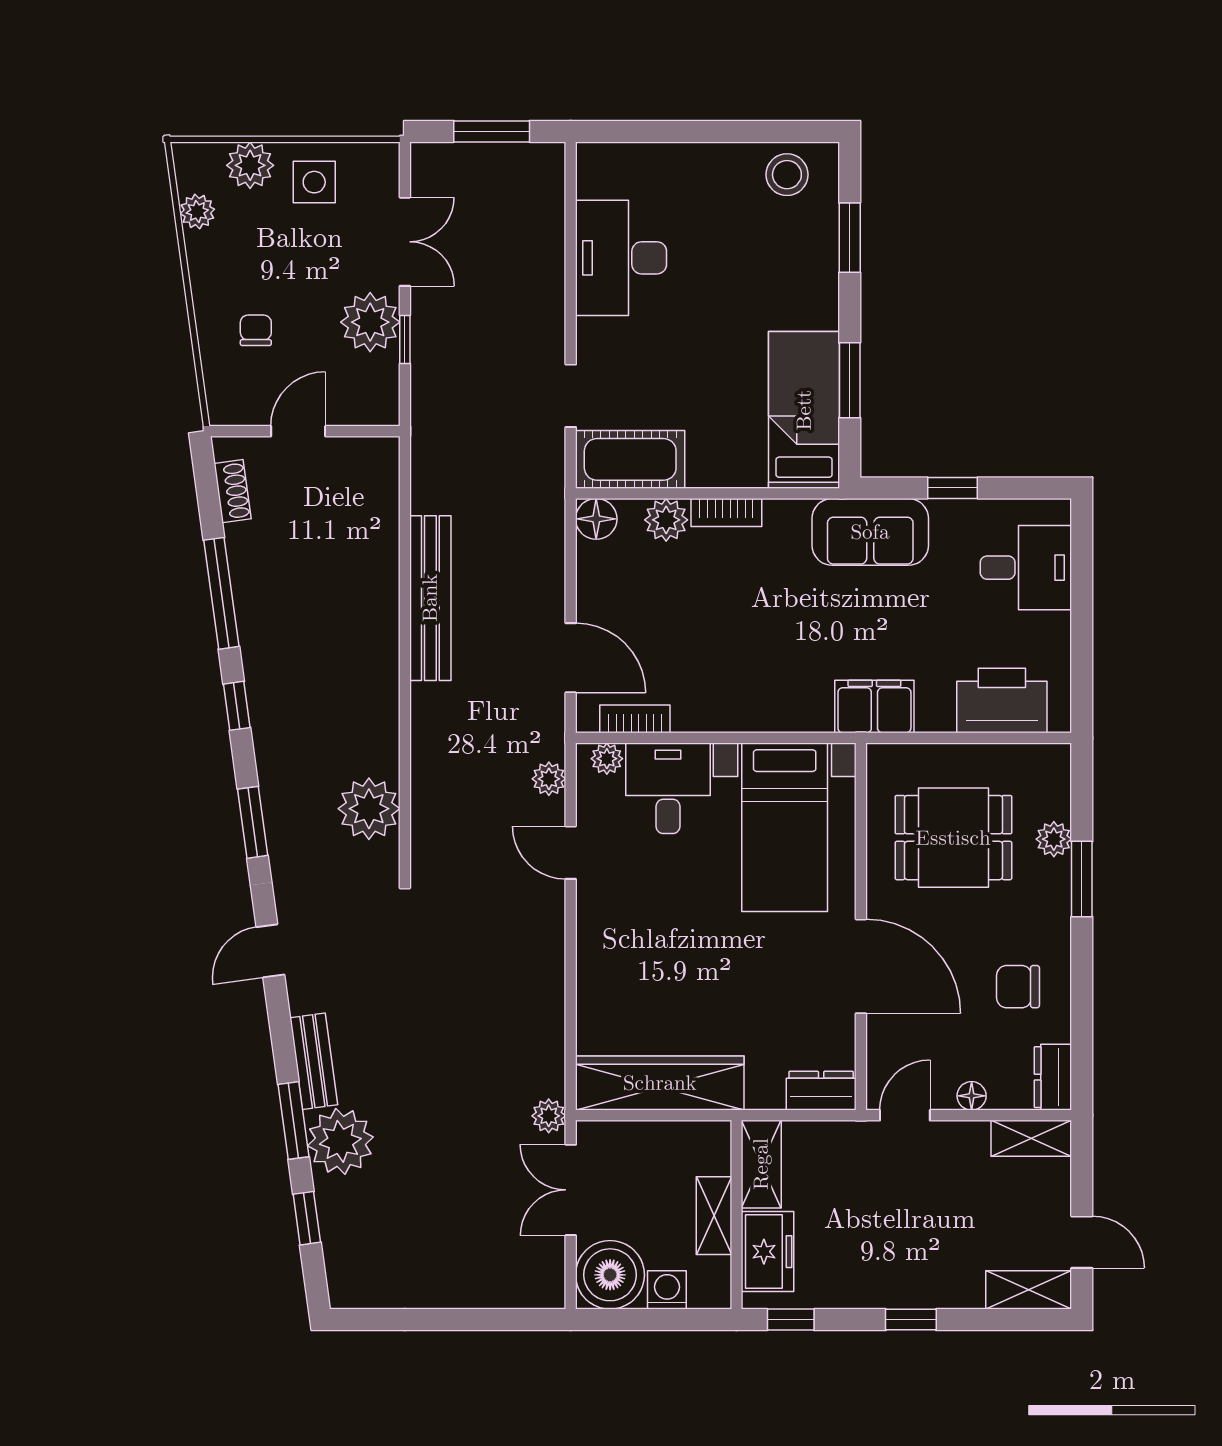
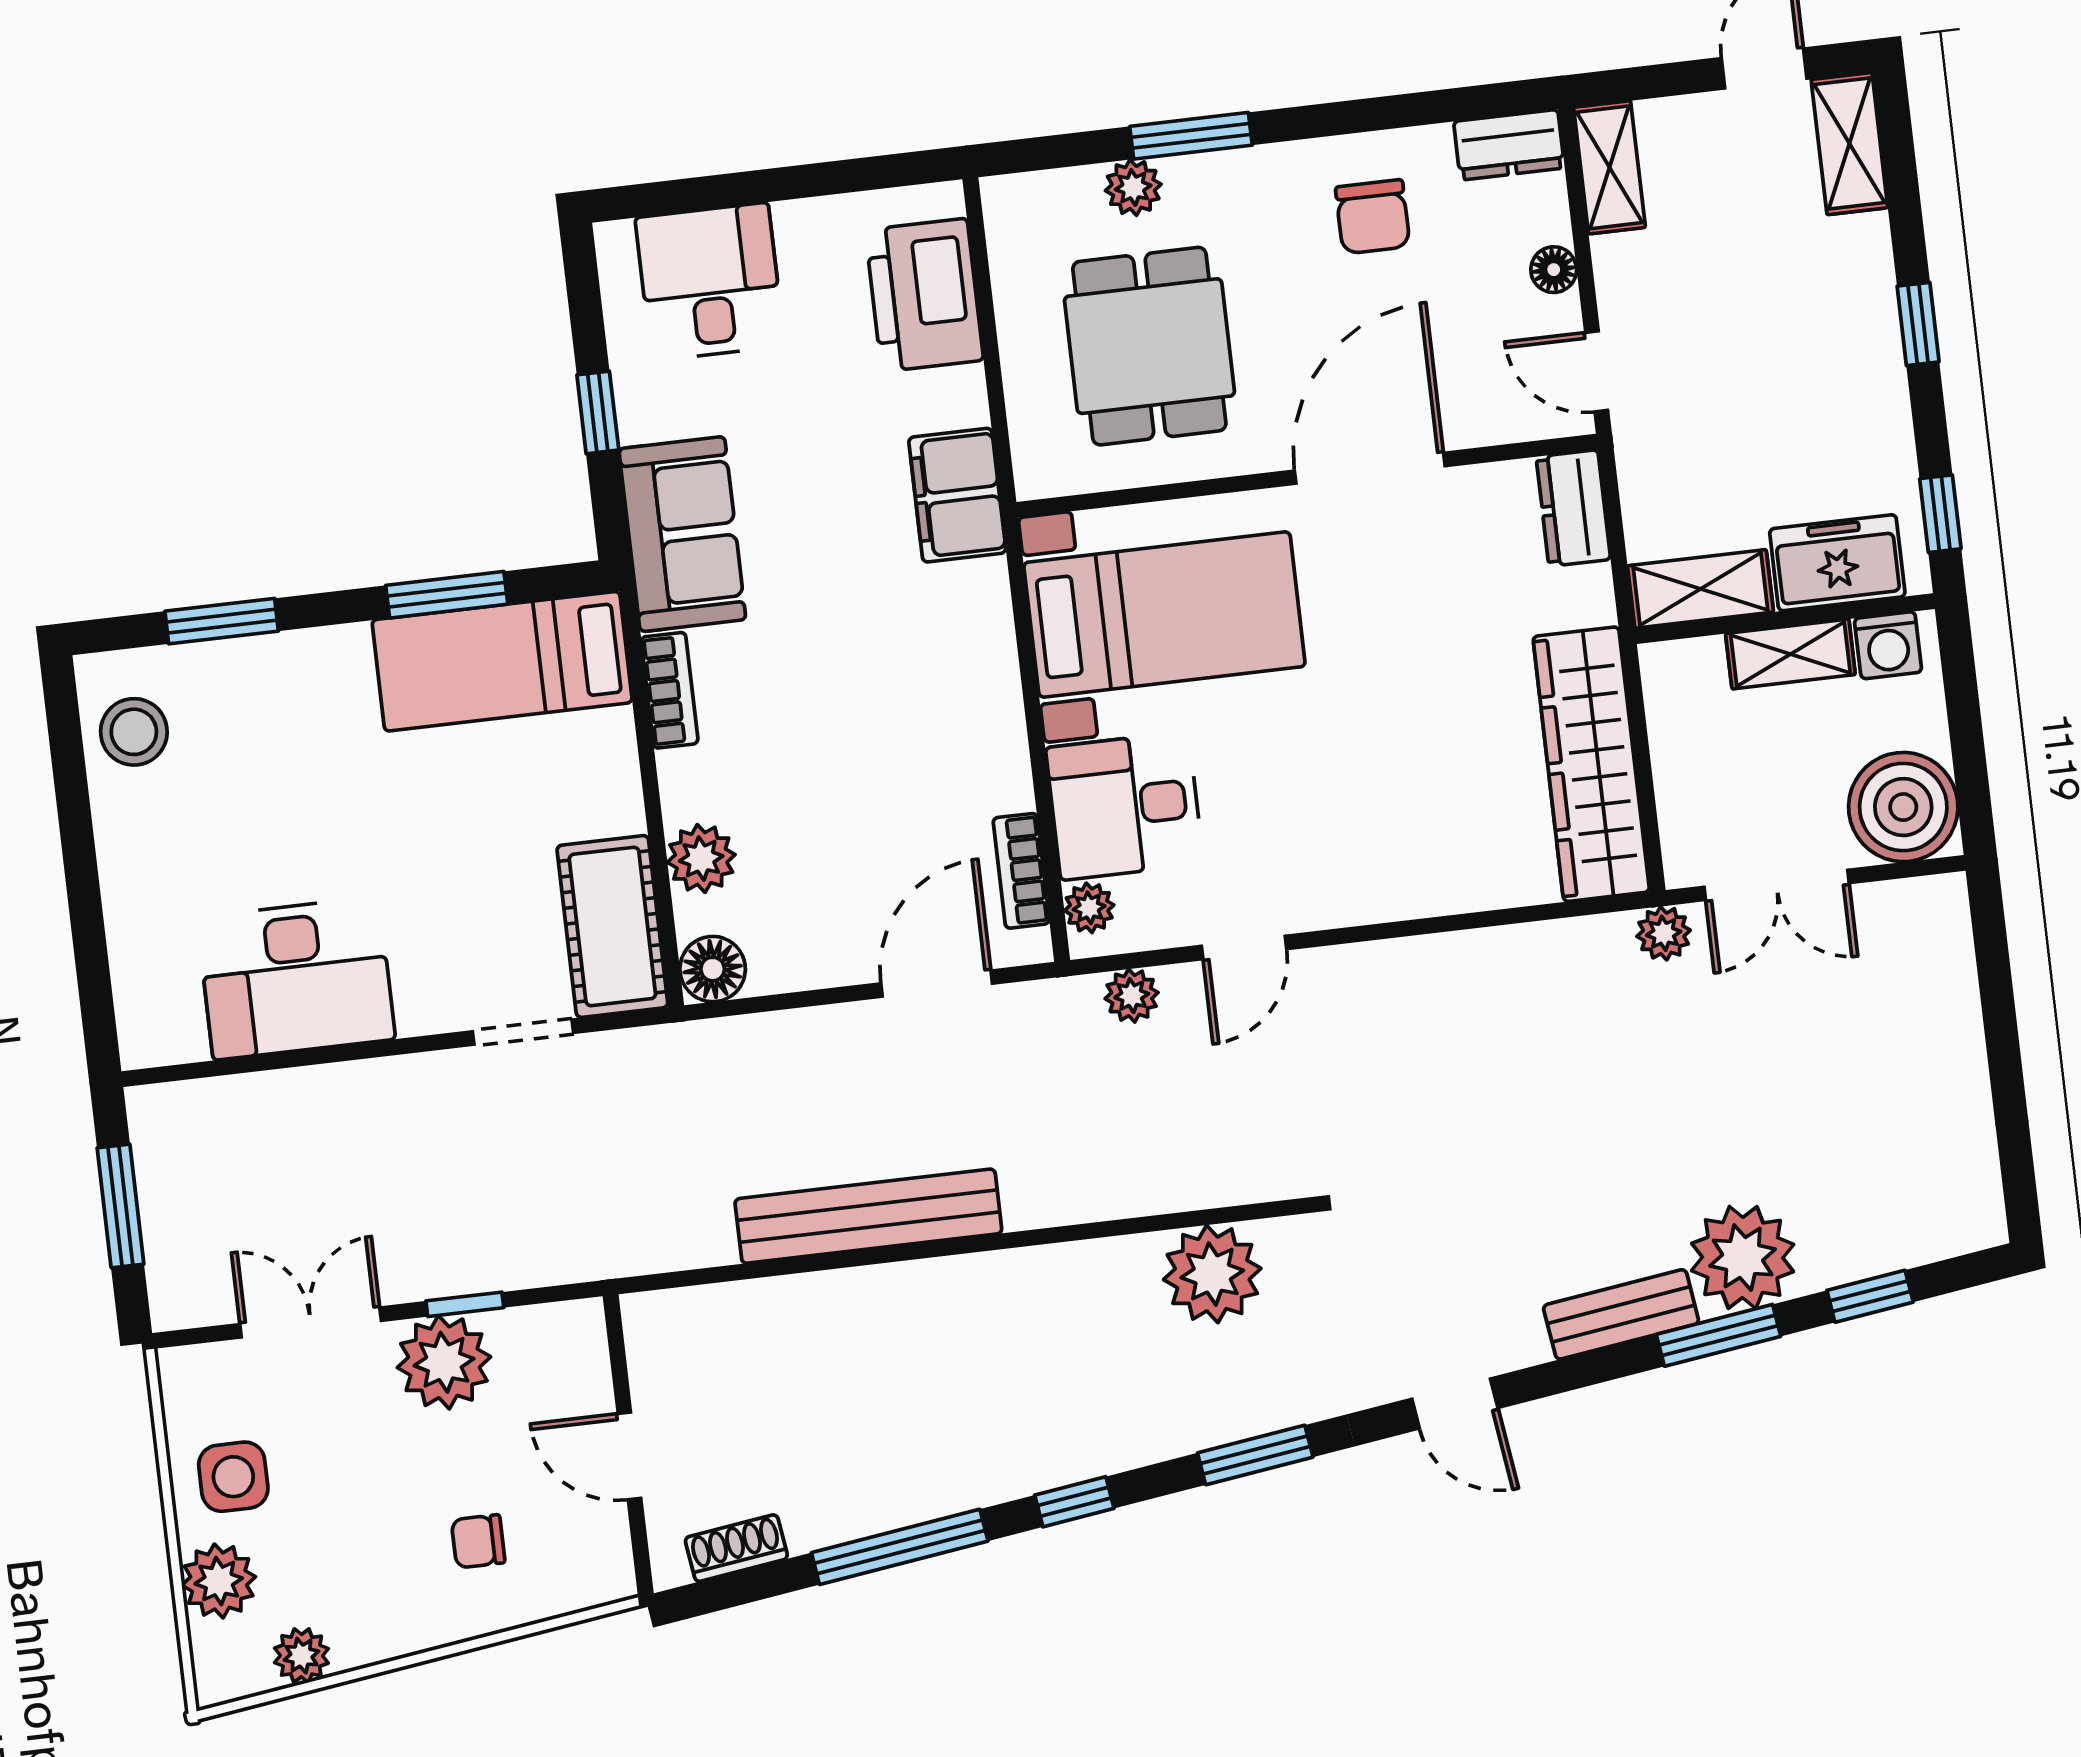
bookcase: (726, 512) -> (670, 690), moved
washing machine: (667, 1290) -> (1888, 645), moved, turned -90

